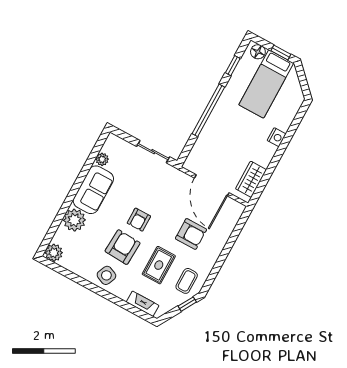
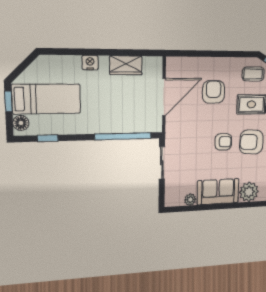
window: (208, 110) -> (123, 136), moved
wardrobe: (251, 179) -> (126, 65), moved

